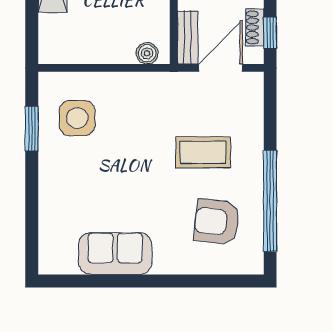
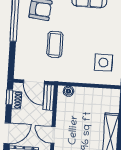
door: (221, 68) -> (34, 82), hinge flipped
coffee table: (203, 152) -> (55, 44), moved, turned 90

